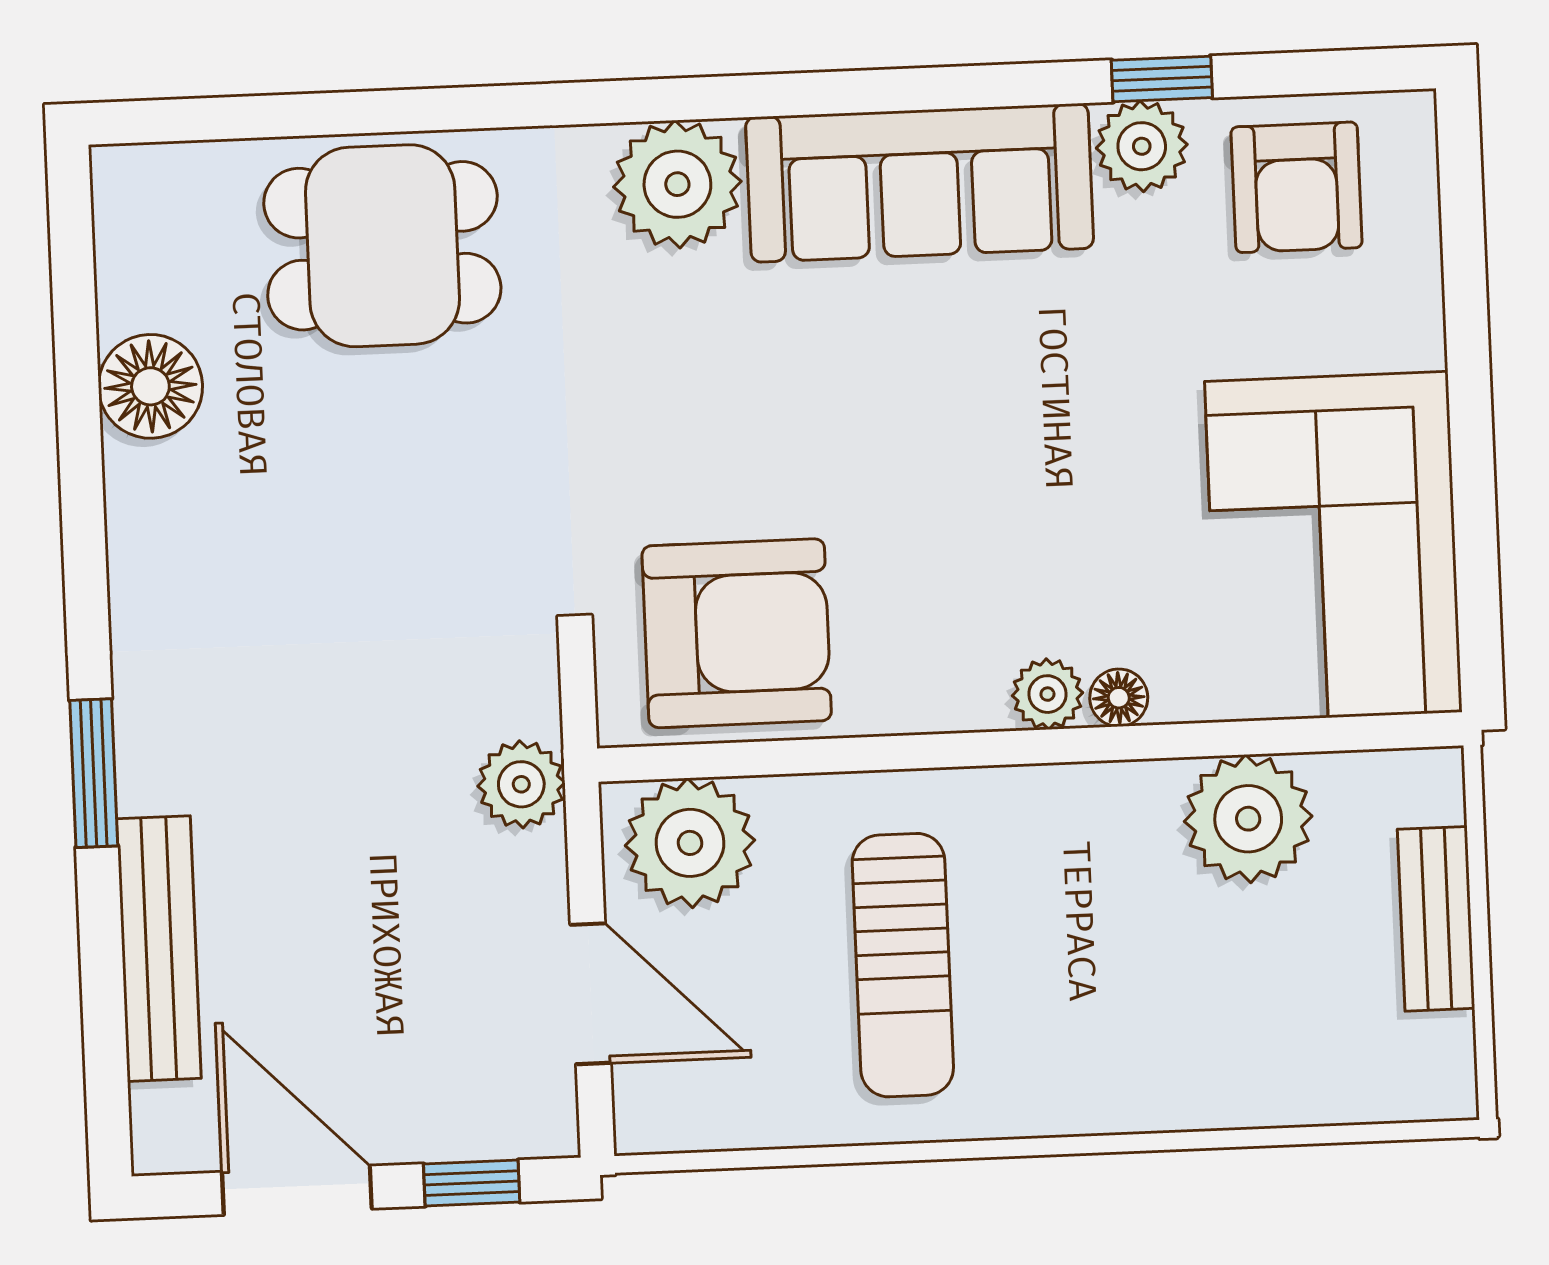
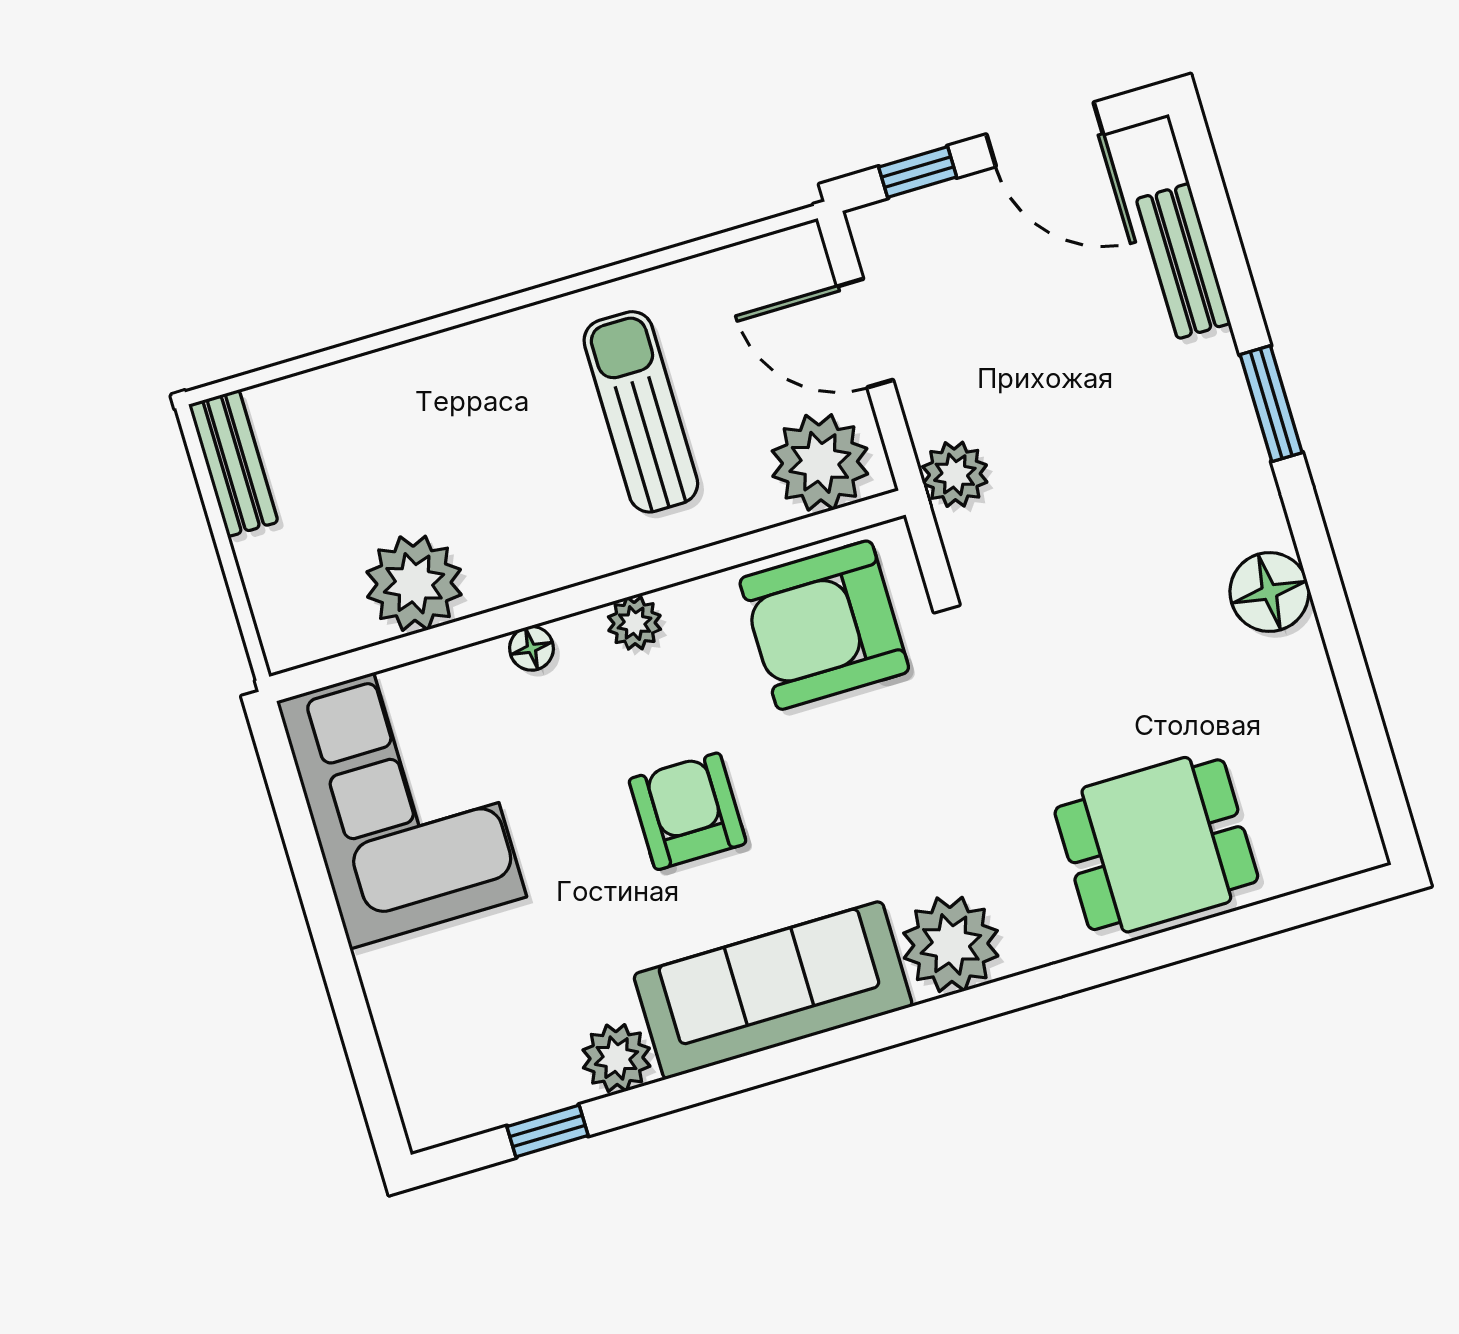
window: (1162, 79) -> (547, 1131), moved
armchair: (1297, 187) -> (688, 811), moved
floor lamp: (150, 386) -> (1269, 592), moved
plant: (1047, 694) -> (635, 623), moved
bench: (1436, 919) -> (233, 463), moved
bench: (159, 949) -> (1183, 261), width x0.73

